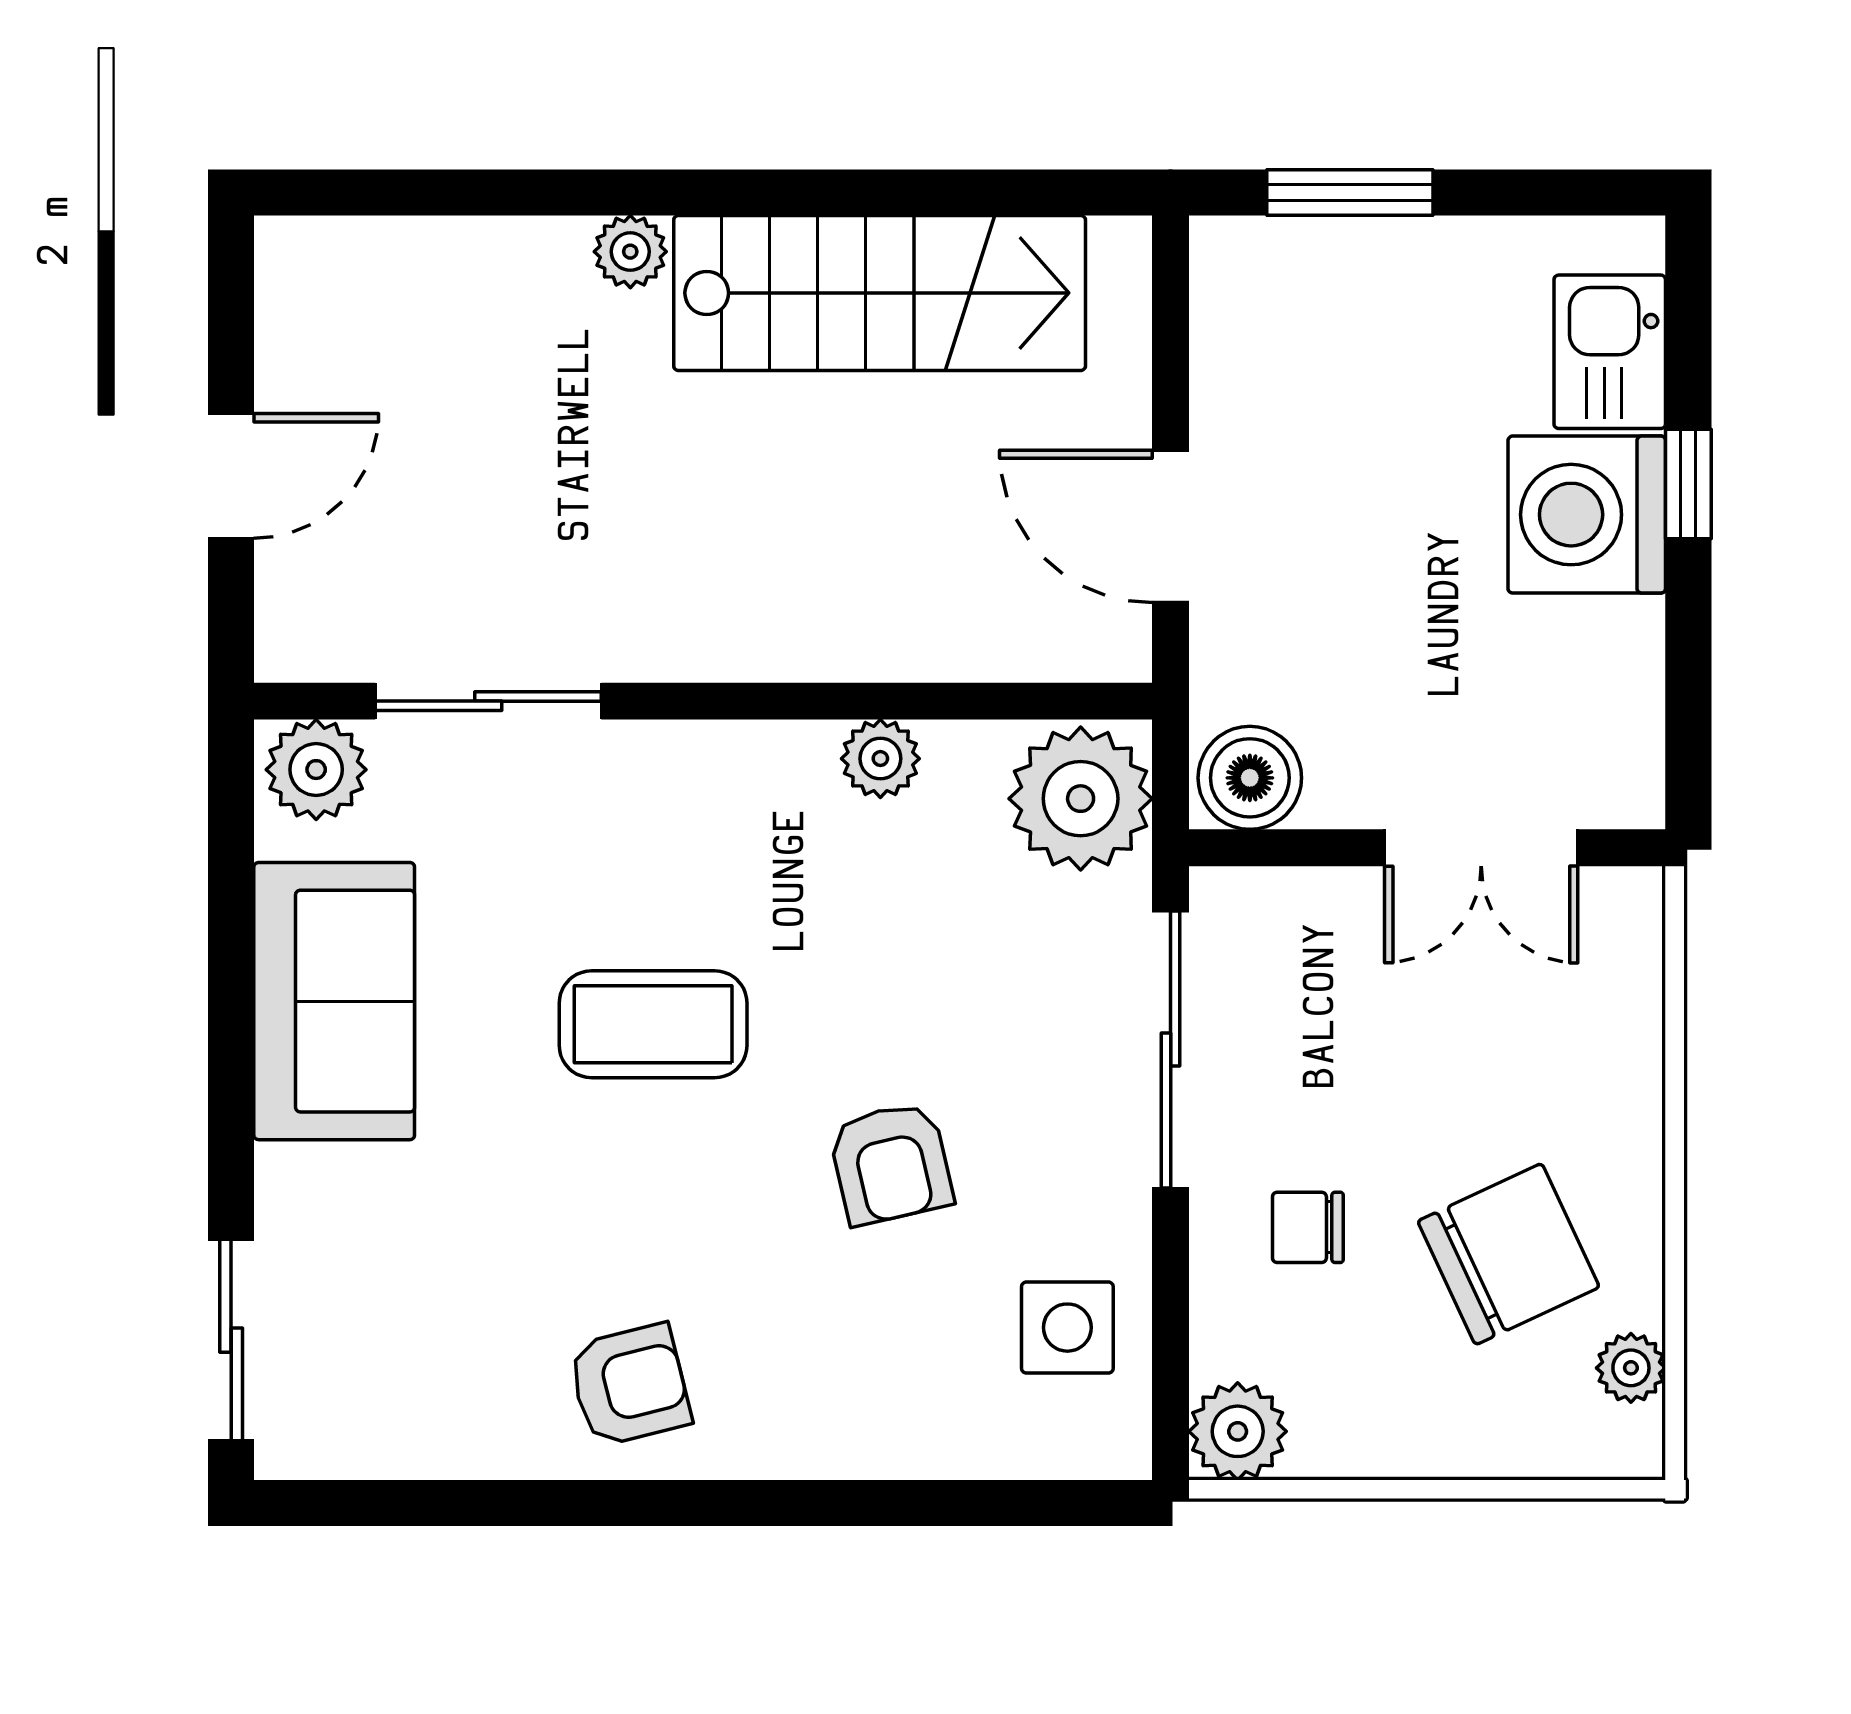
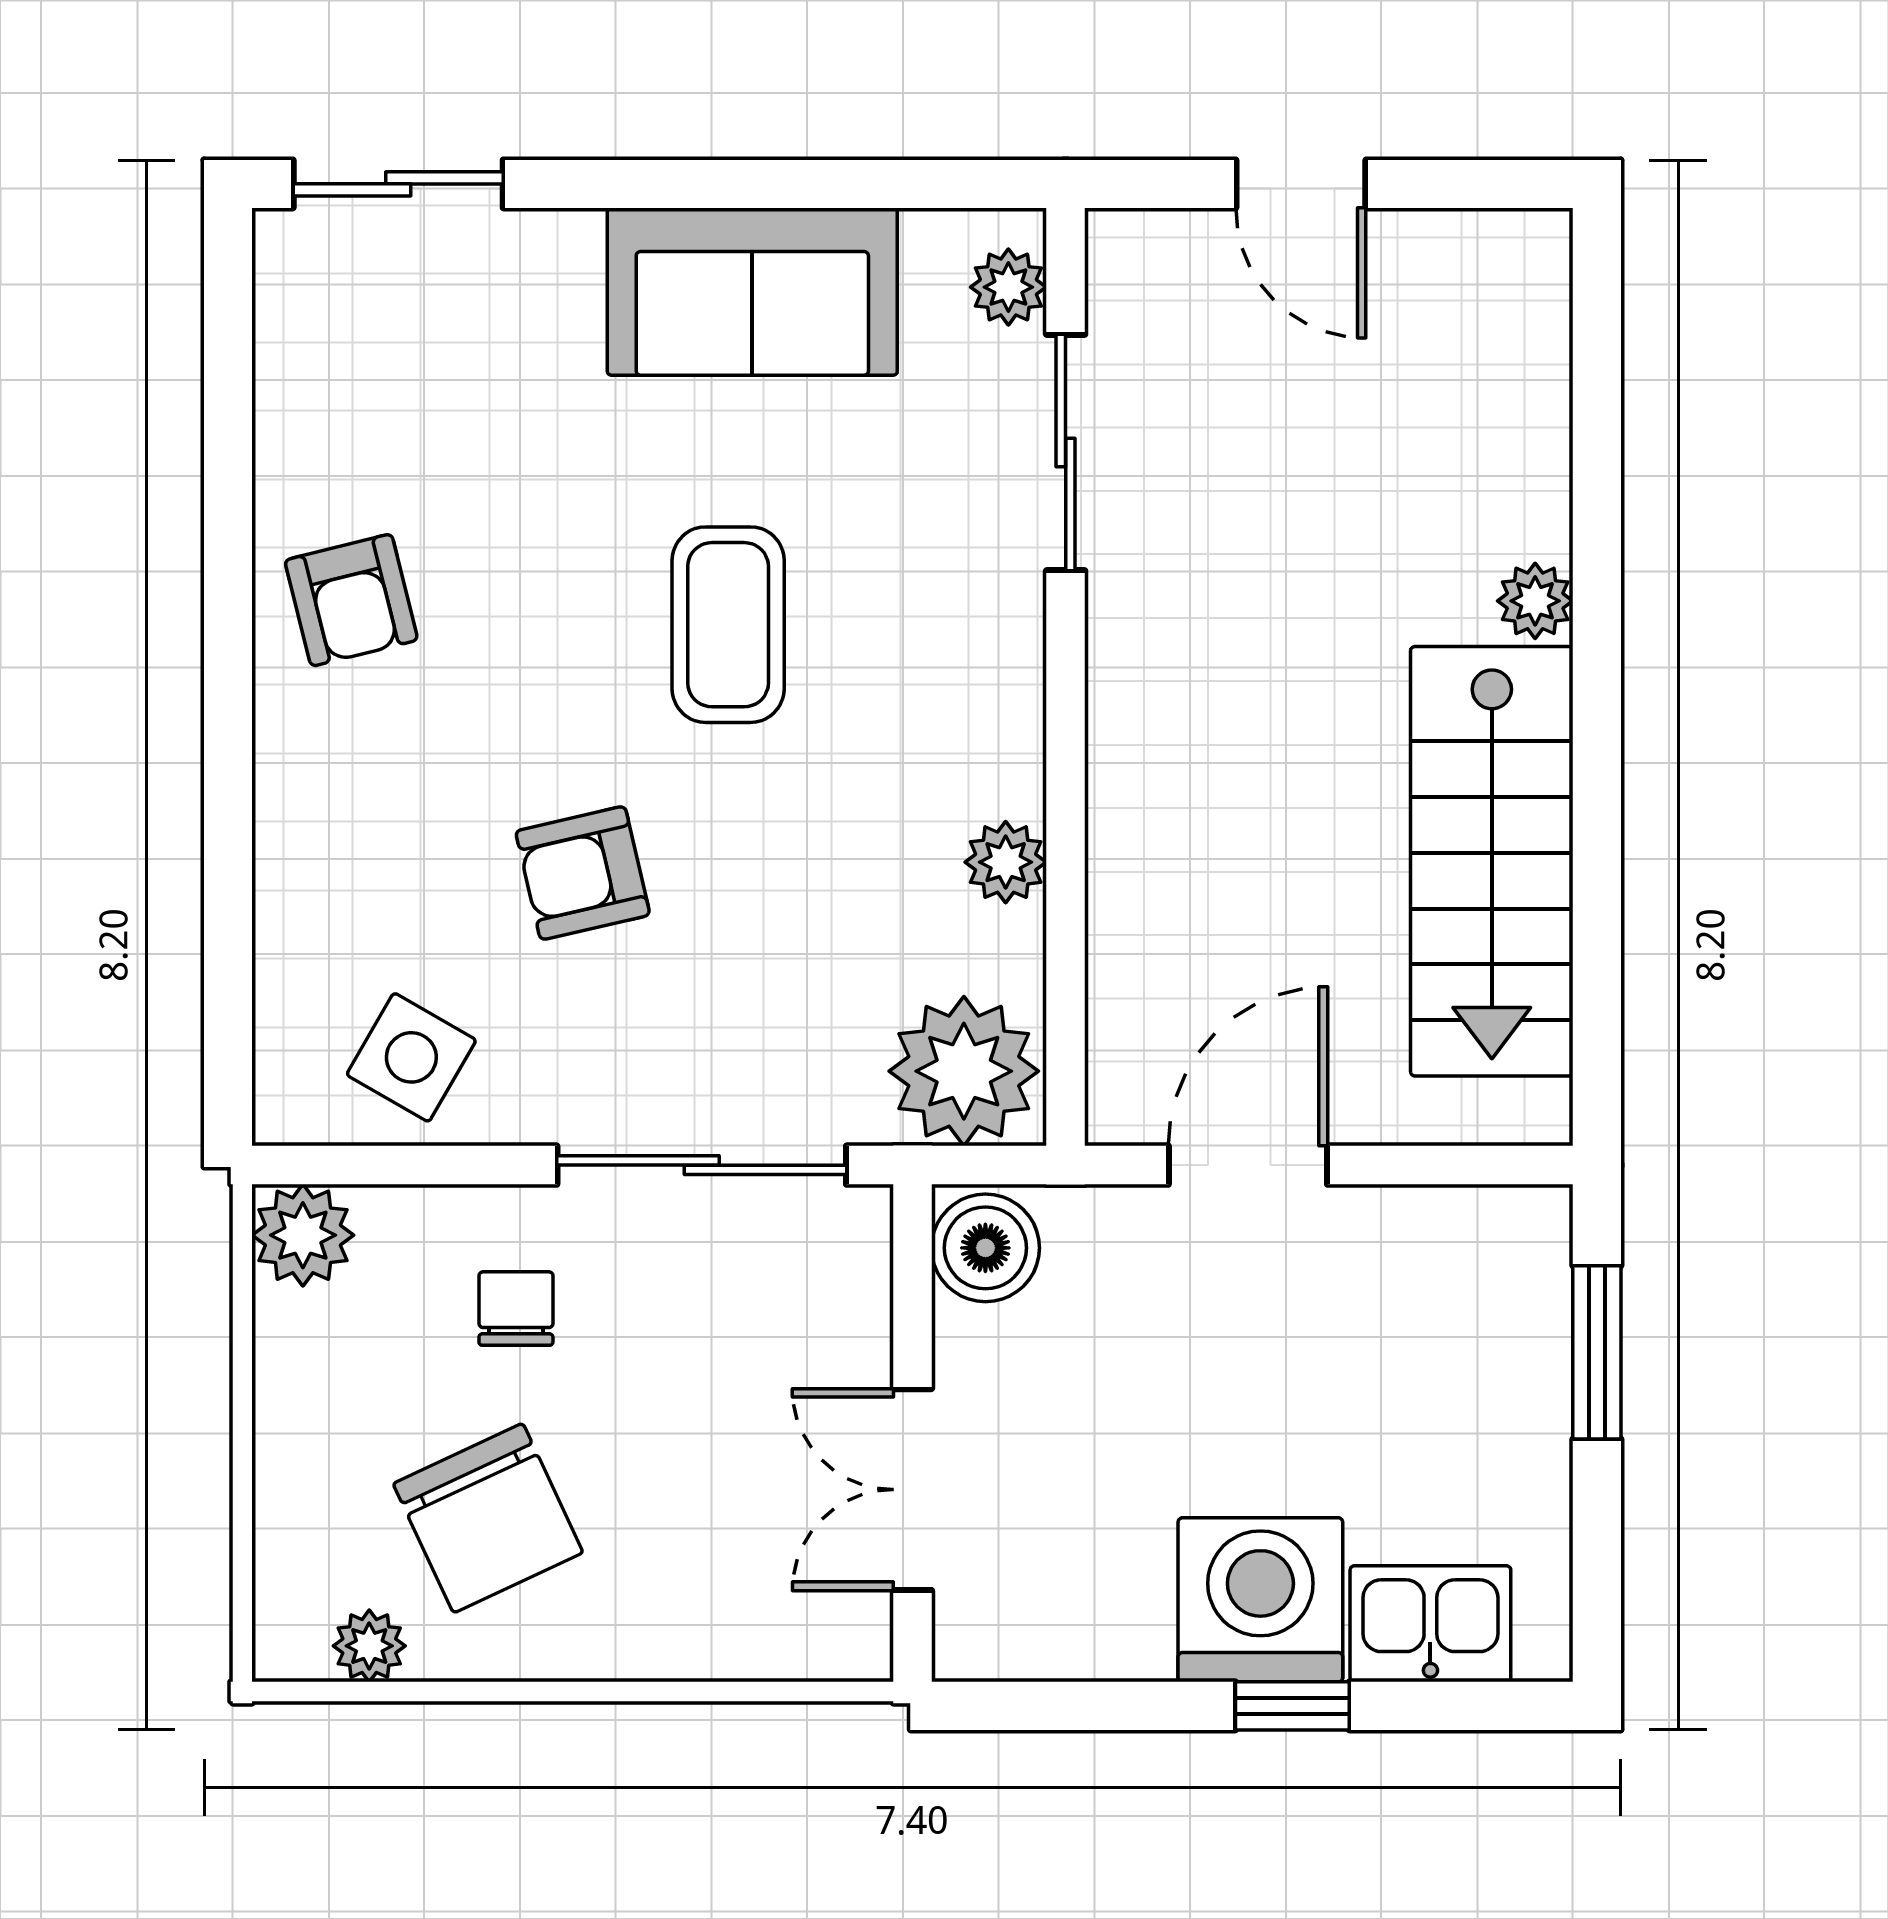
plant: (316, 770) -> (1008, 287), width x0.73, depth x0.73
side table: (1067, 1328) -> (411, 1057), turned 30

